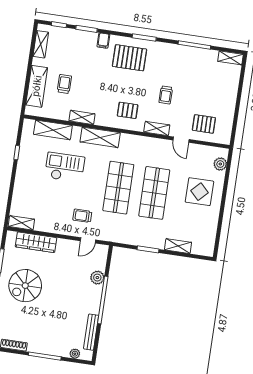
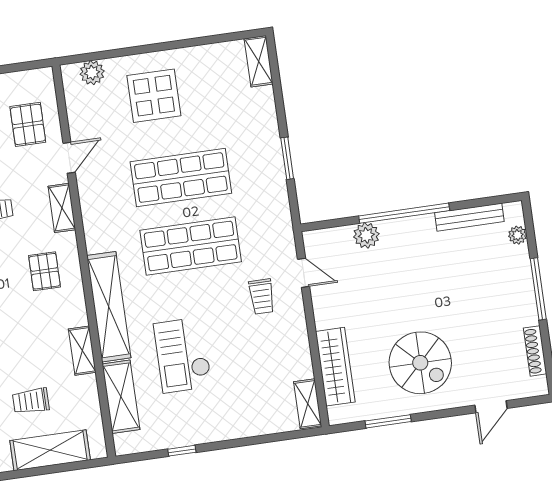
shelving: (100, 137) -> (109, 307), width x1.47
shelving: (178, 246) -> (259, 61), moved

